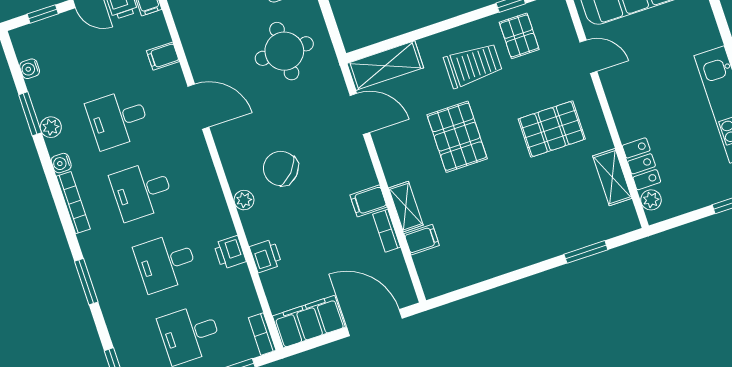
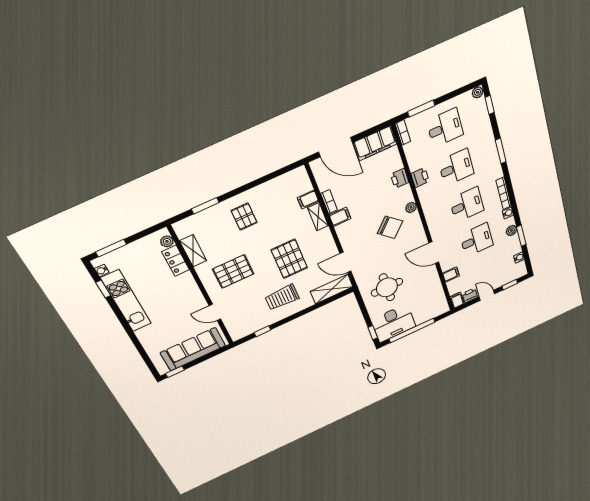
pallet: (519, 36) -> (244, 217), moved

